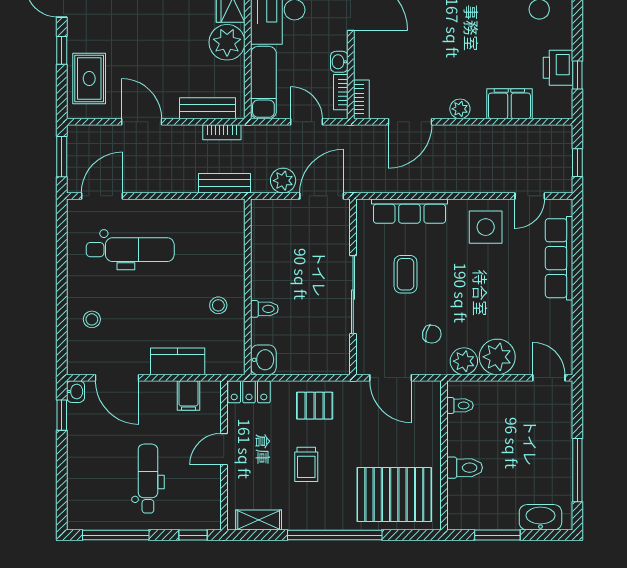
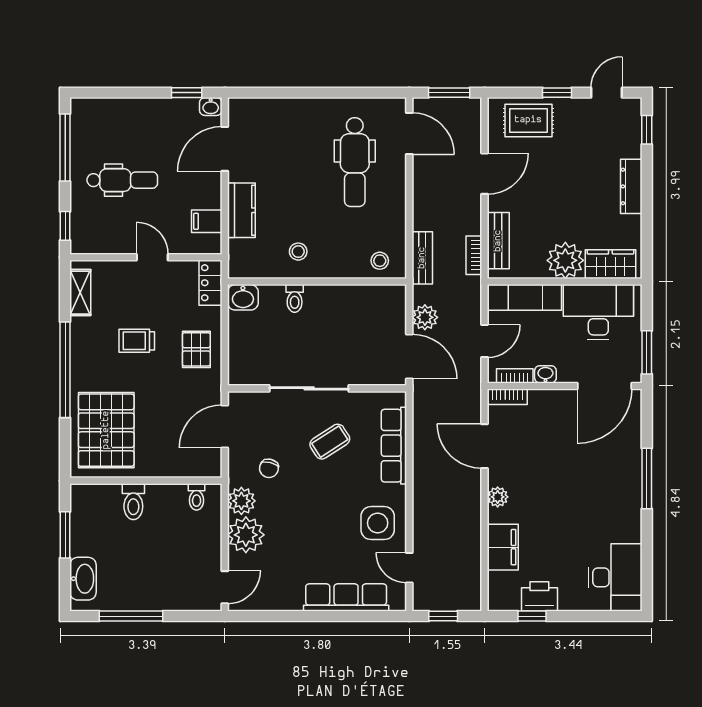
coffee table: (405, 274) -> (330, 442), turned -33
stool: (92, 319) -> (380, 261), moved

